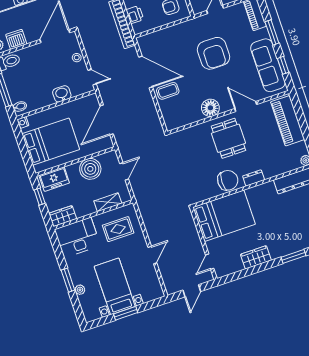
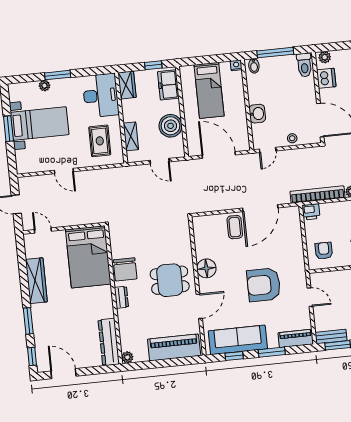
printer: (135, 15) -> (311, 212), moved
bed: (51, 142) -> (209, 90), width x0.67
wardrobe: (256, 257) -> (36, 281), width x1.50

